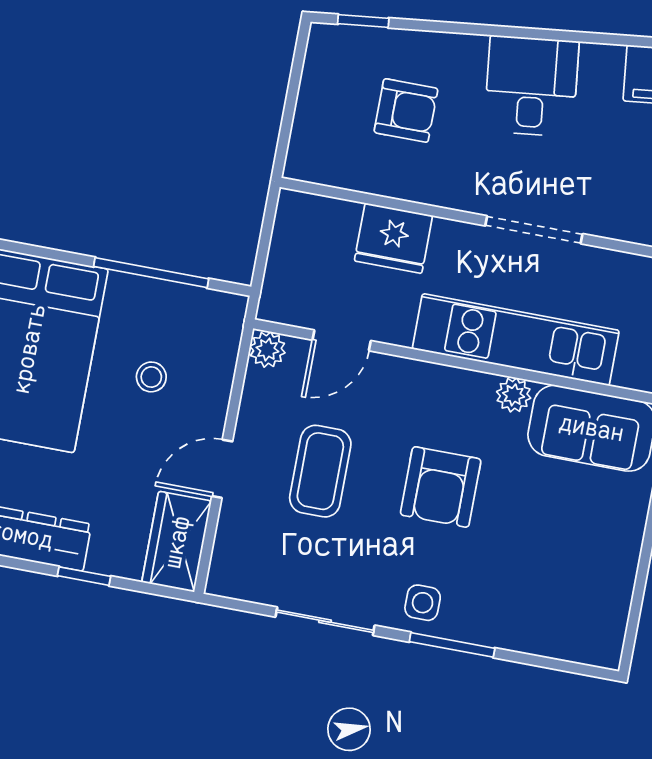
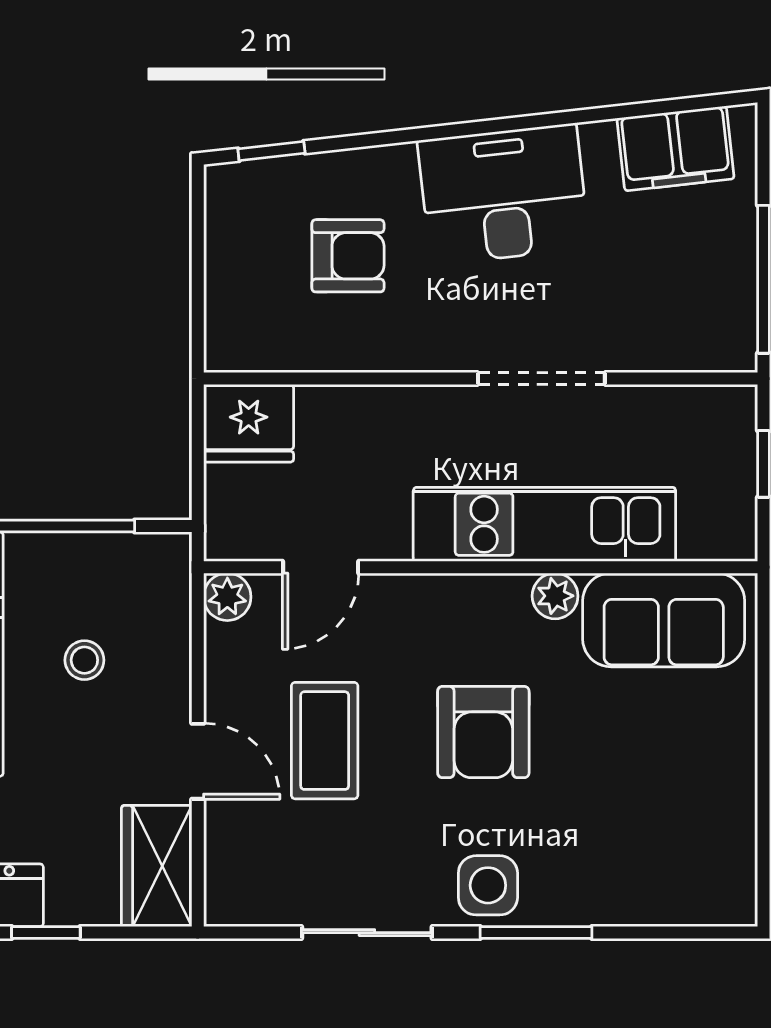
desk: (531, 86) -> (504, 194), width x1.37
fridge: (393, 238) -> (249, 423), moved
door: (222, 469) -> (198, 761), swing flipped
side table: (423, 603) -> (488, 885), width x1.37, depth x1.37

